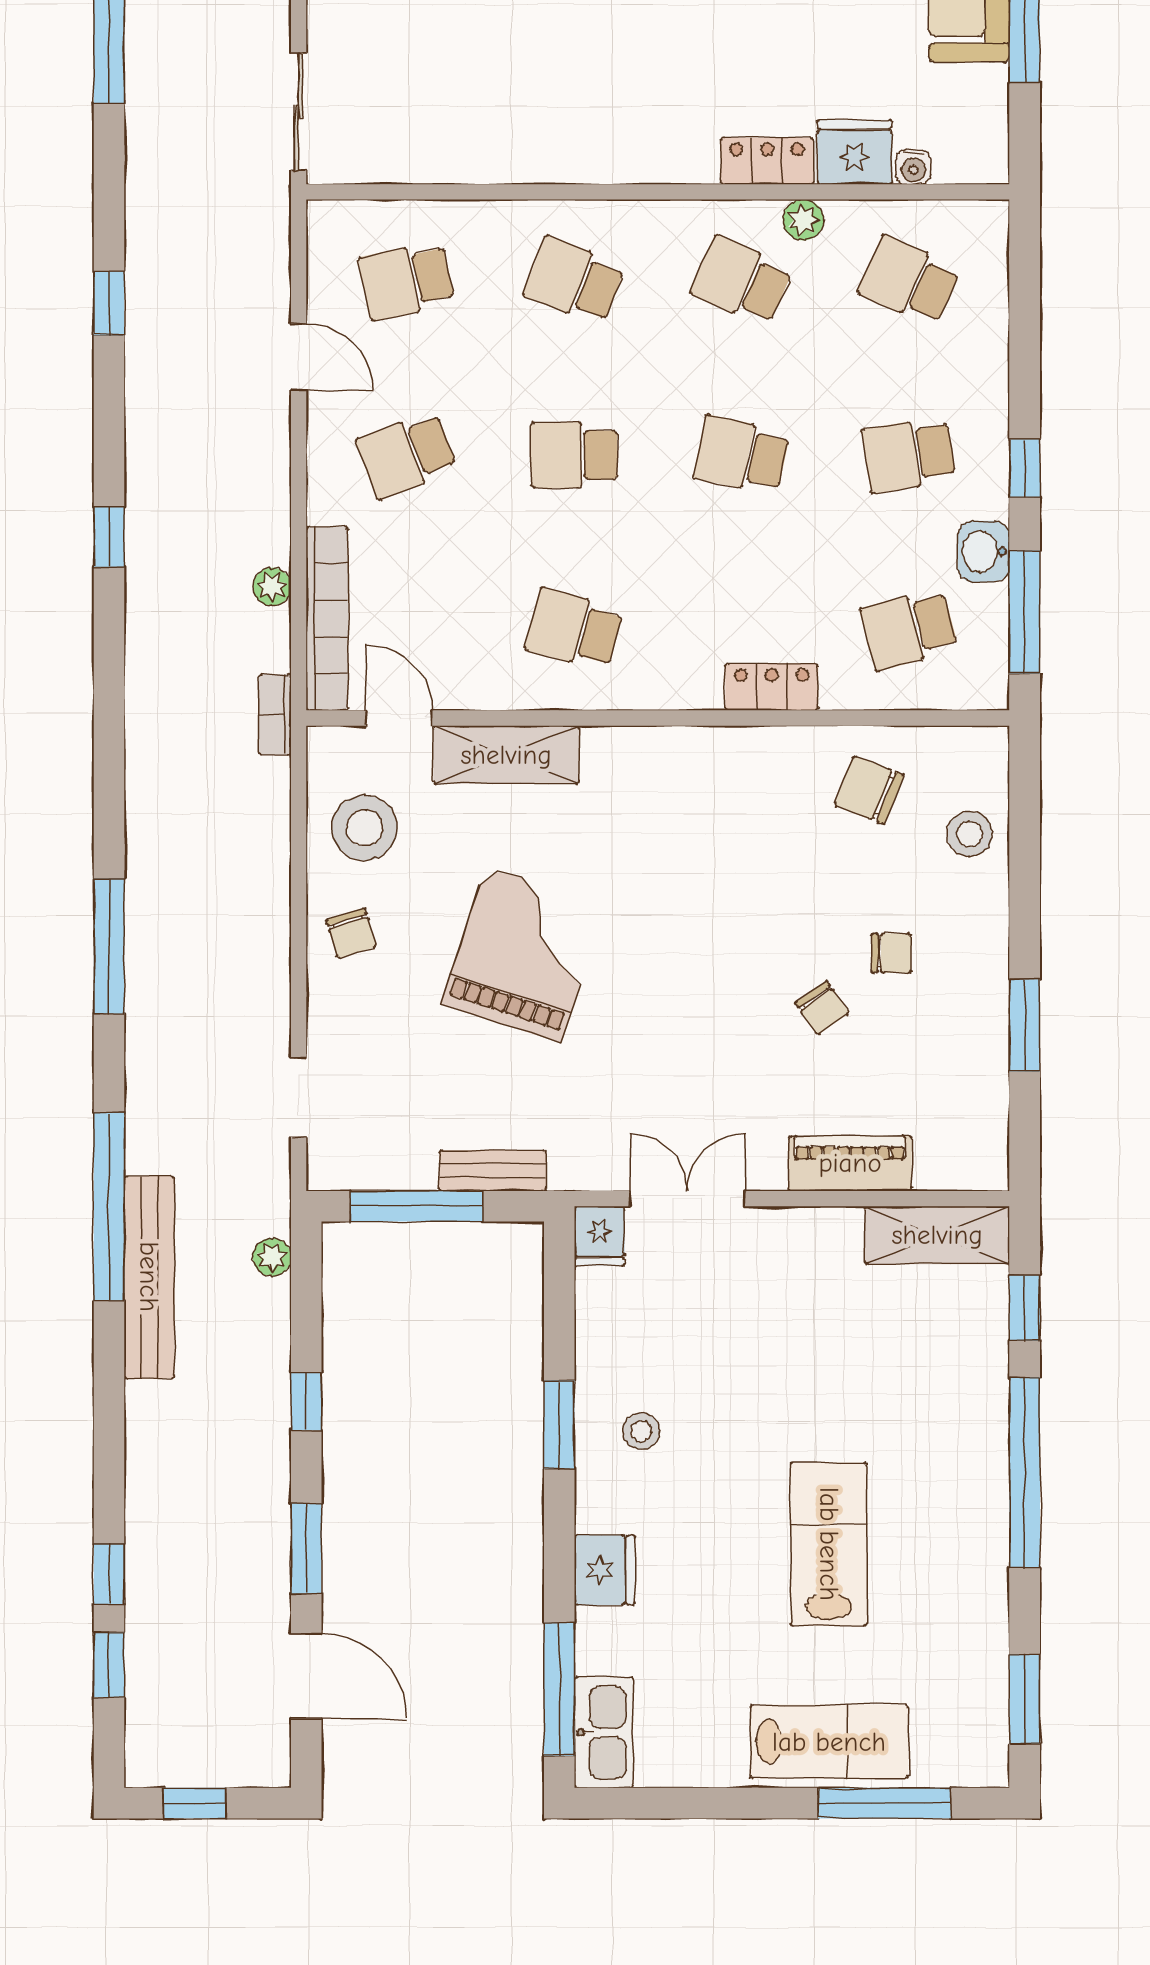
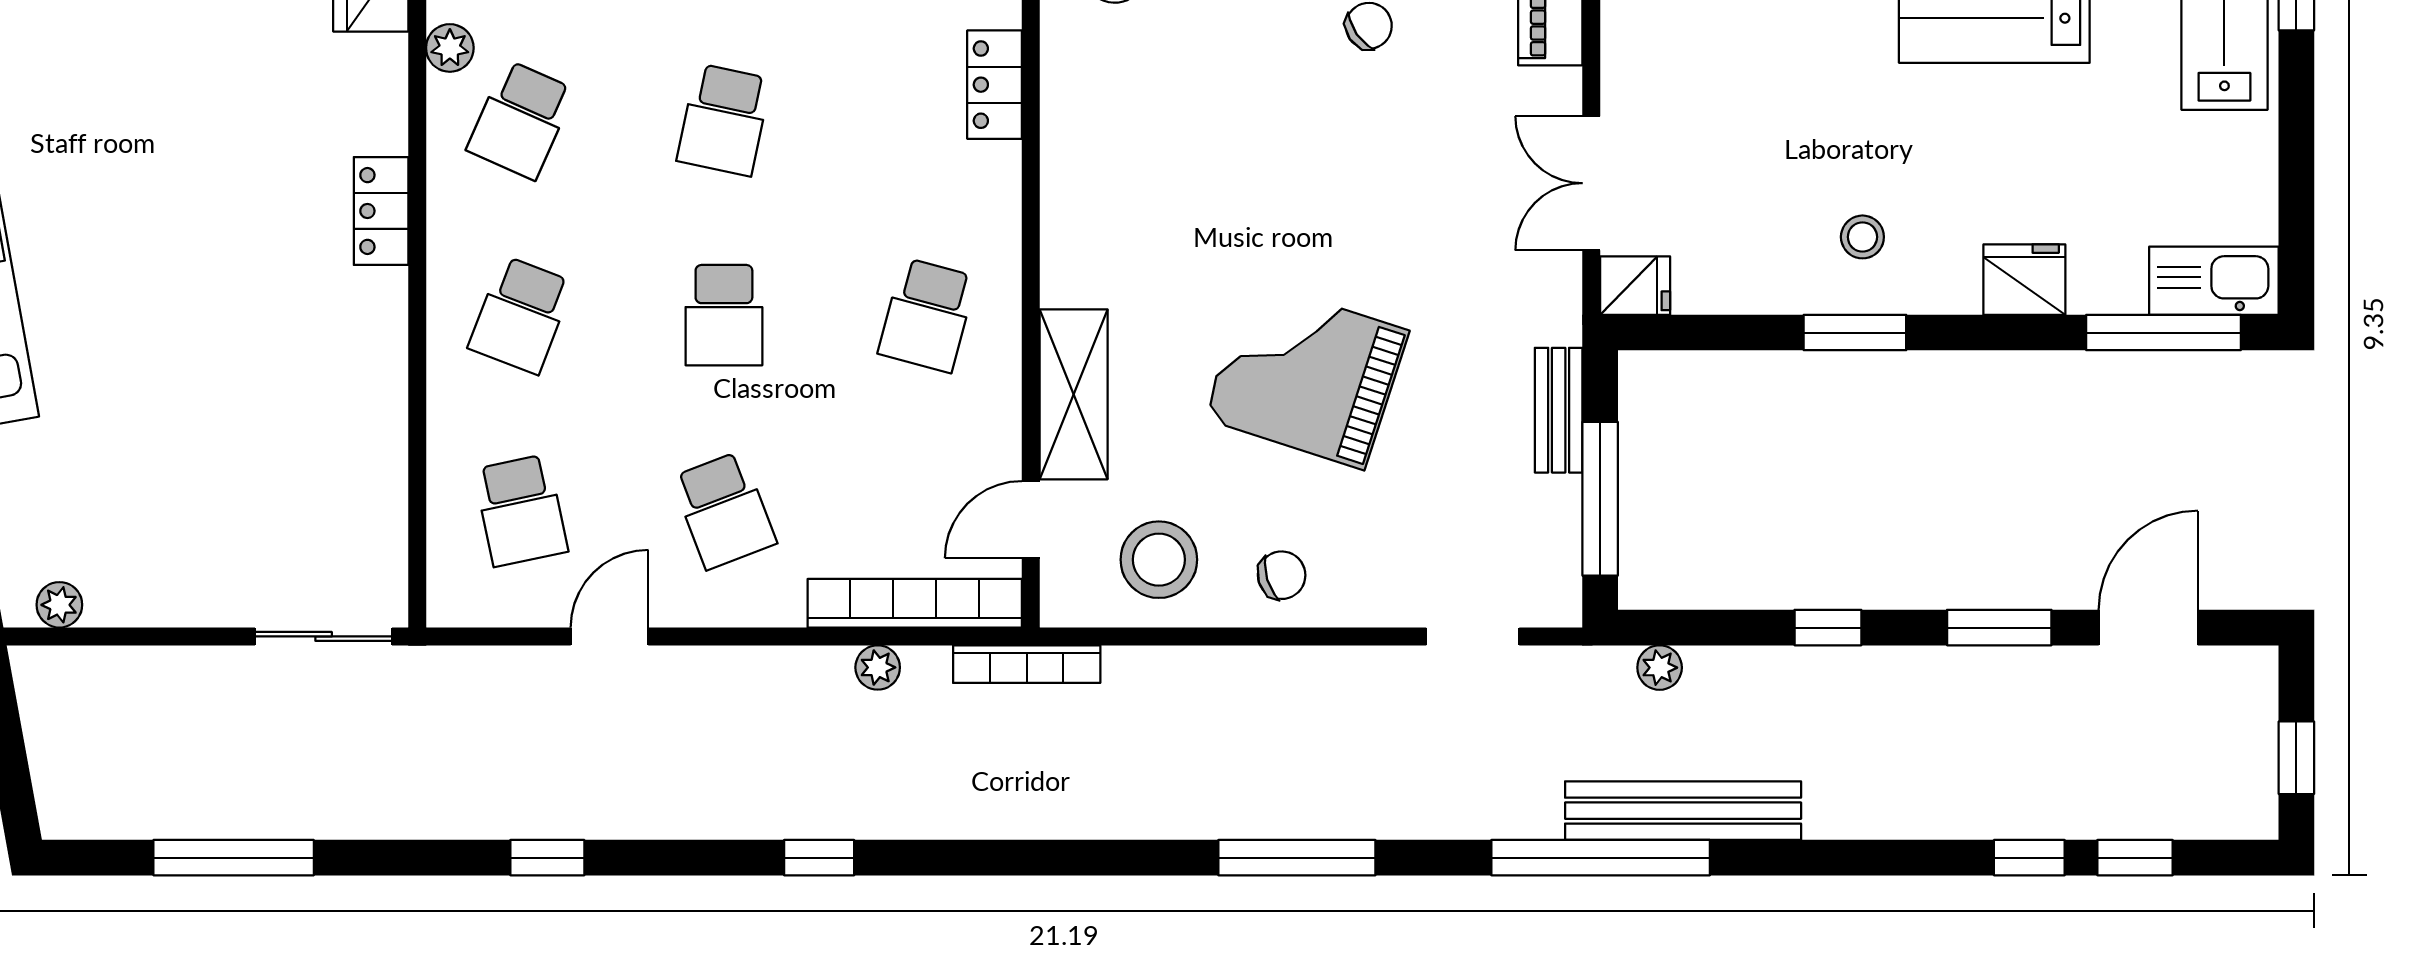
locker: (767, 161) -> (381, 211), moved
bookcase: (275, 715) -> (1027, 664), width x1.56

